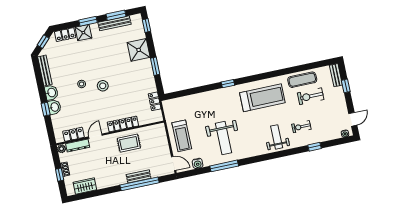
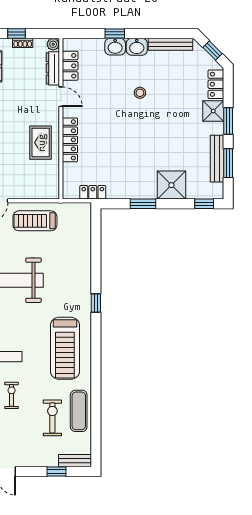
stool: (103, 86) -> (131, 123), removed

